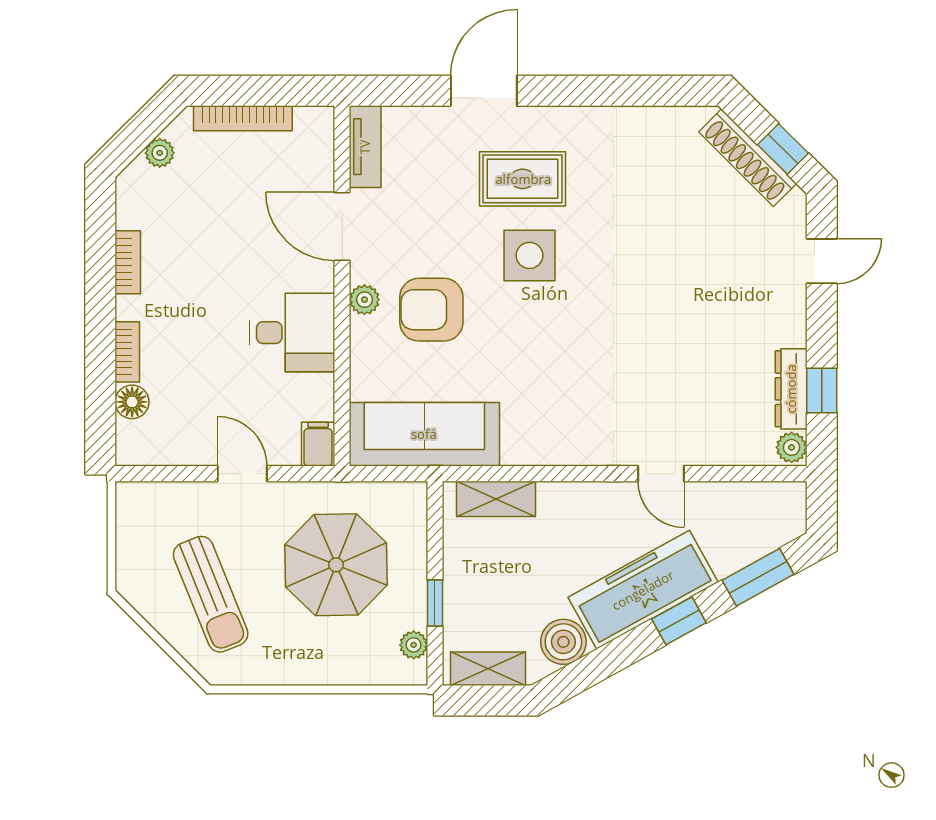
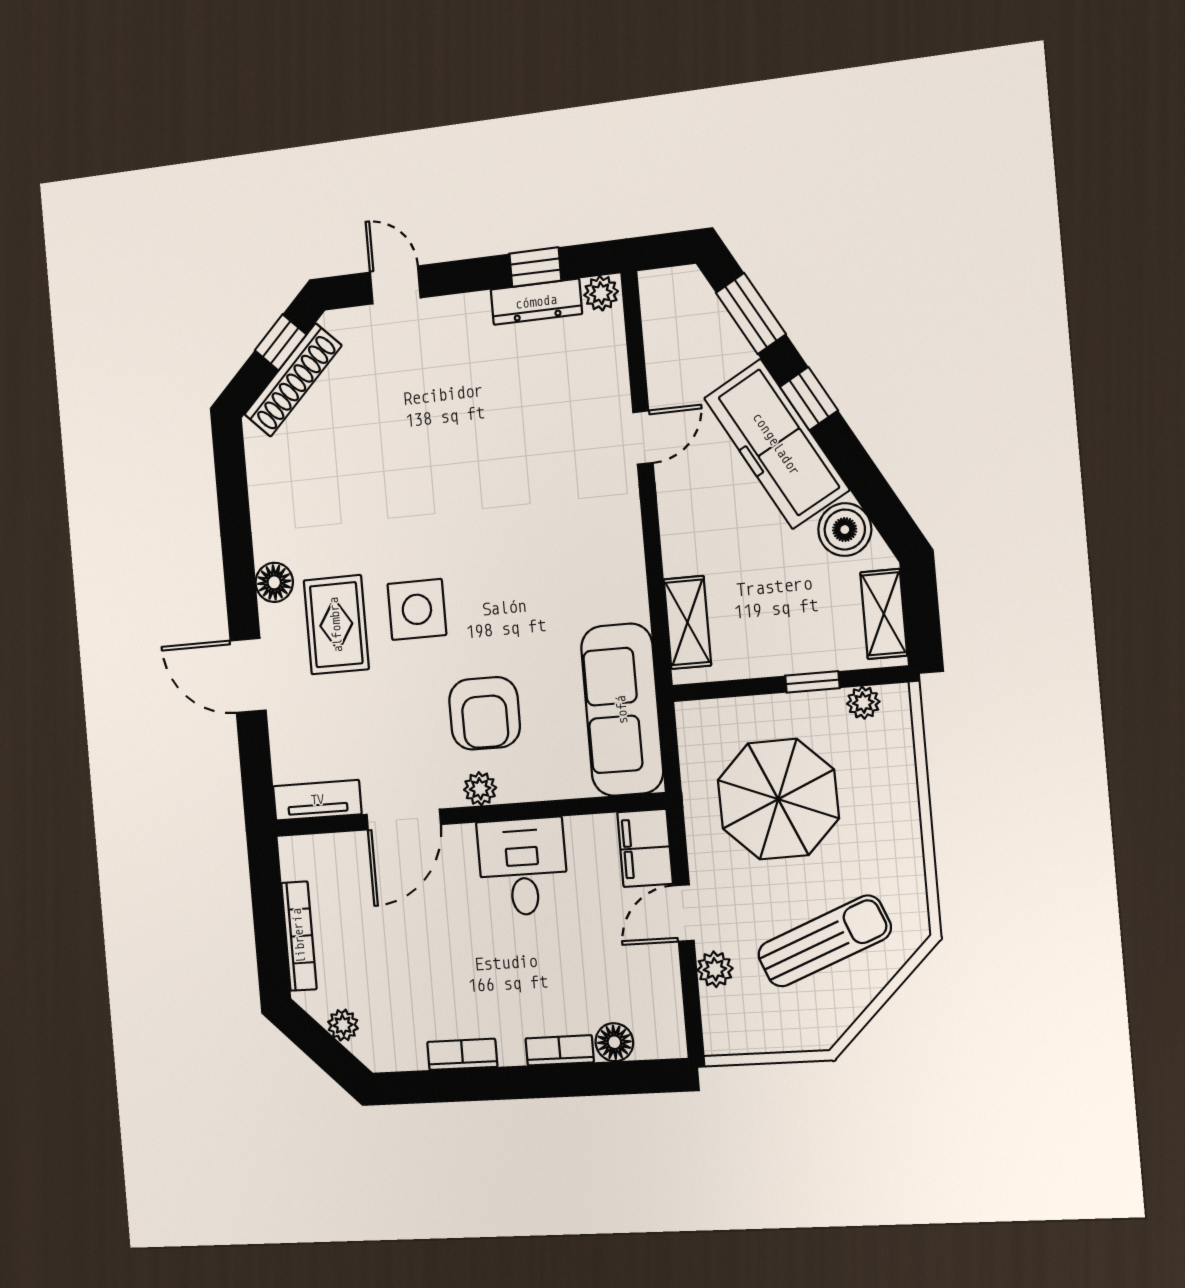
floor lamp: (566, 123) -> (274, 582), added
filing cabinet: (318, 444) -> (645, 848), width x2.00
plant: (192, 497) -> (715, 969), added

